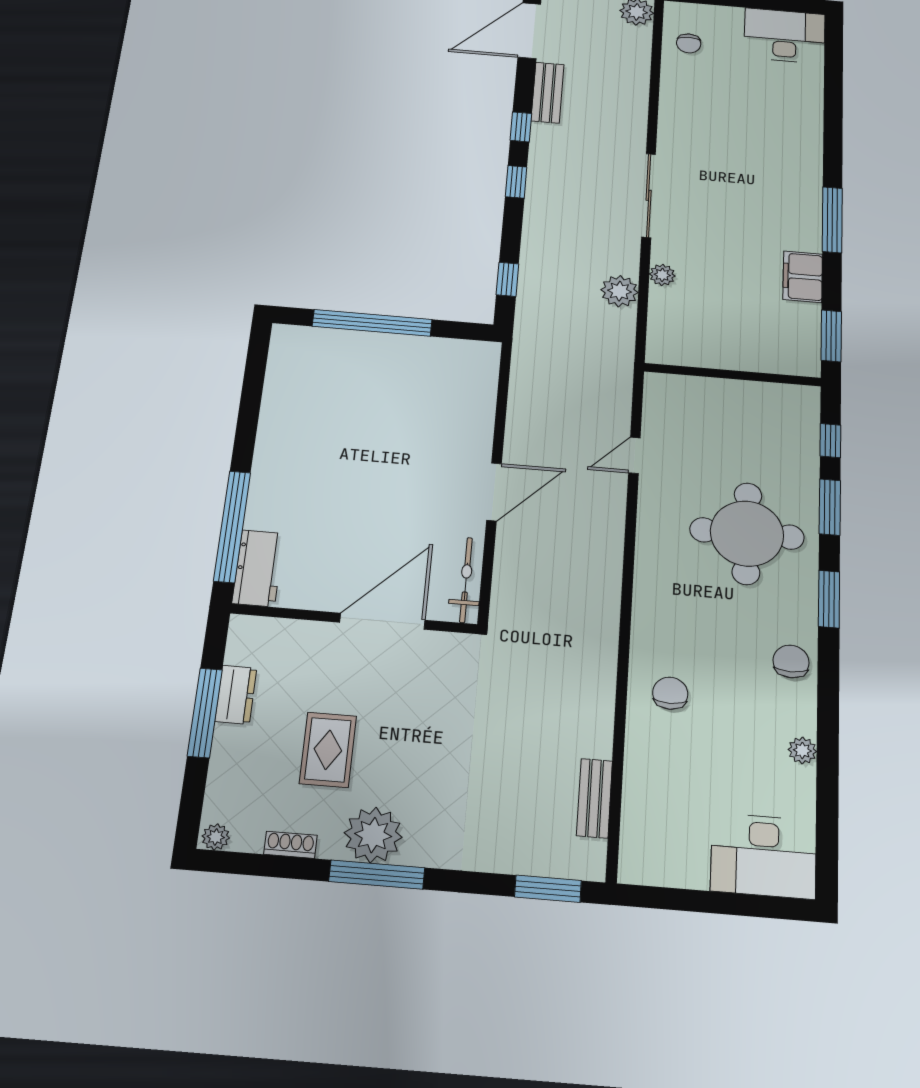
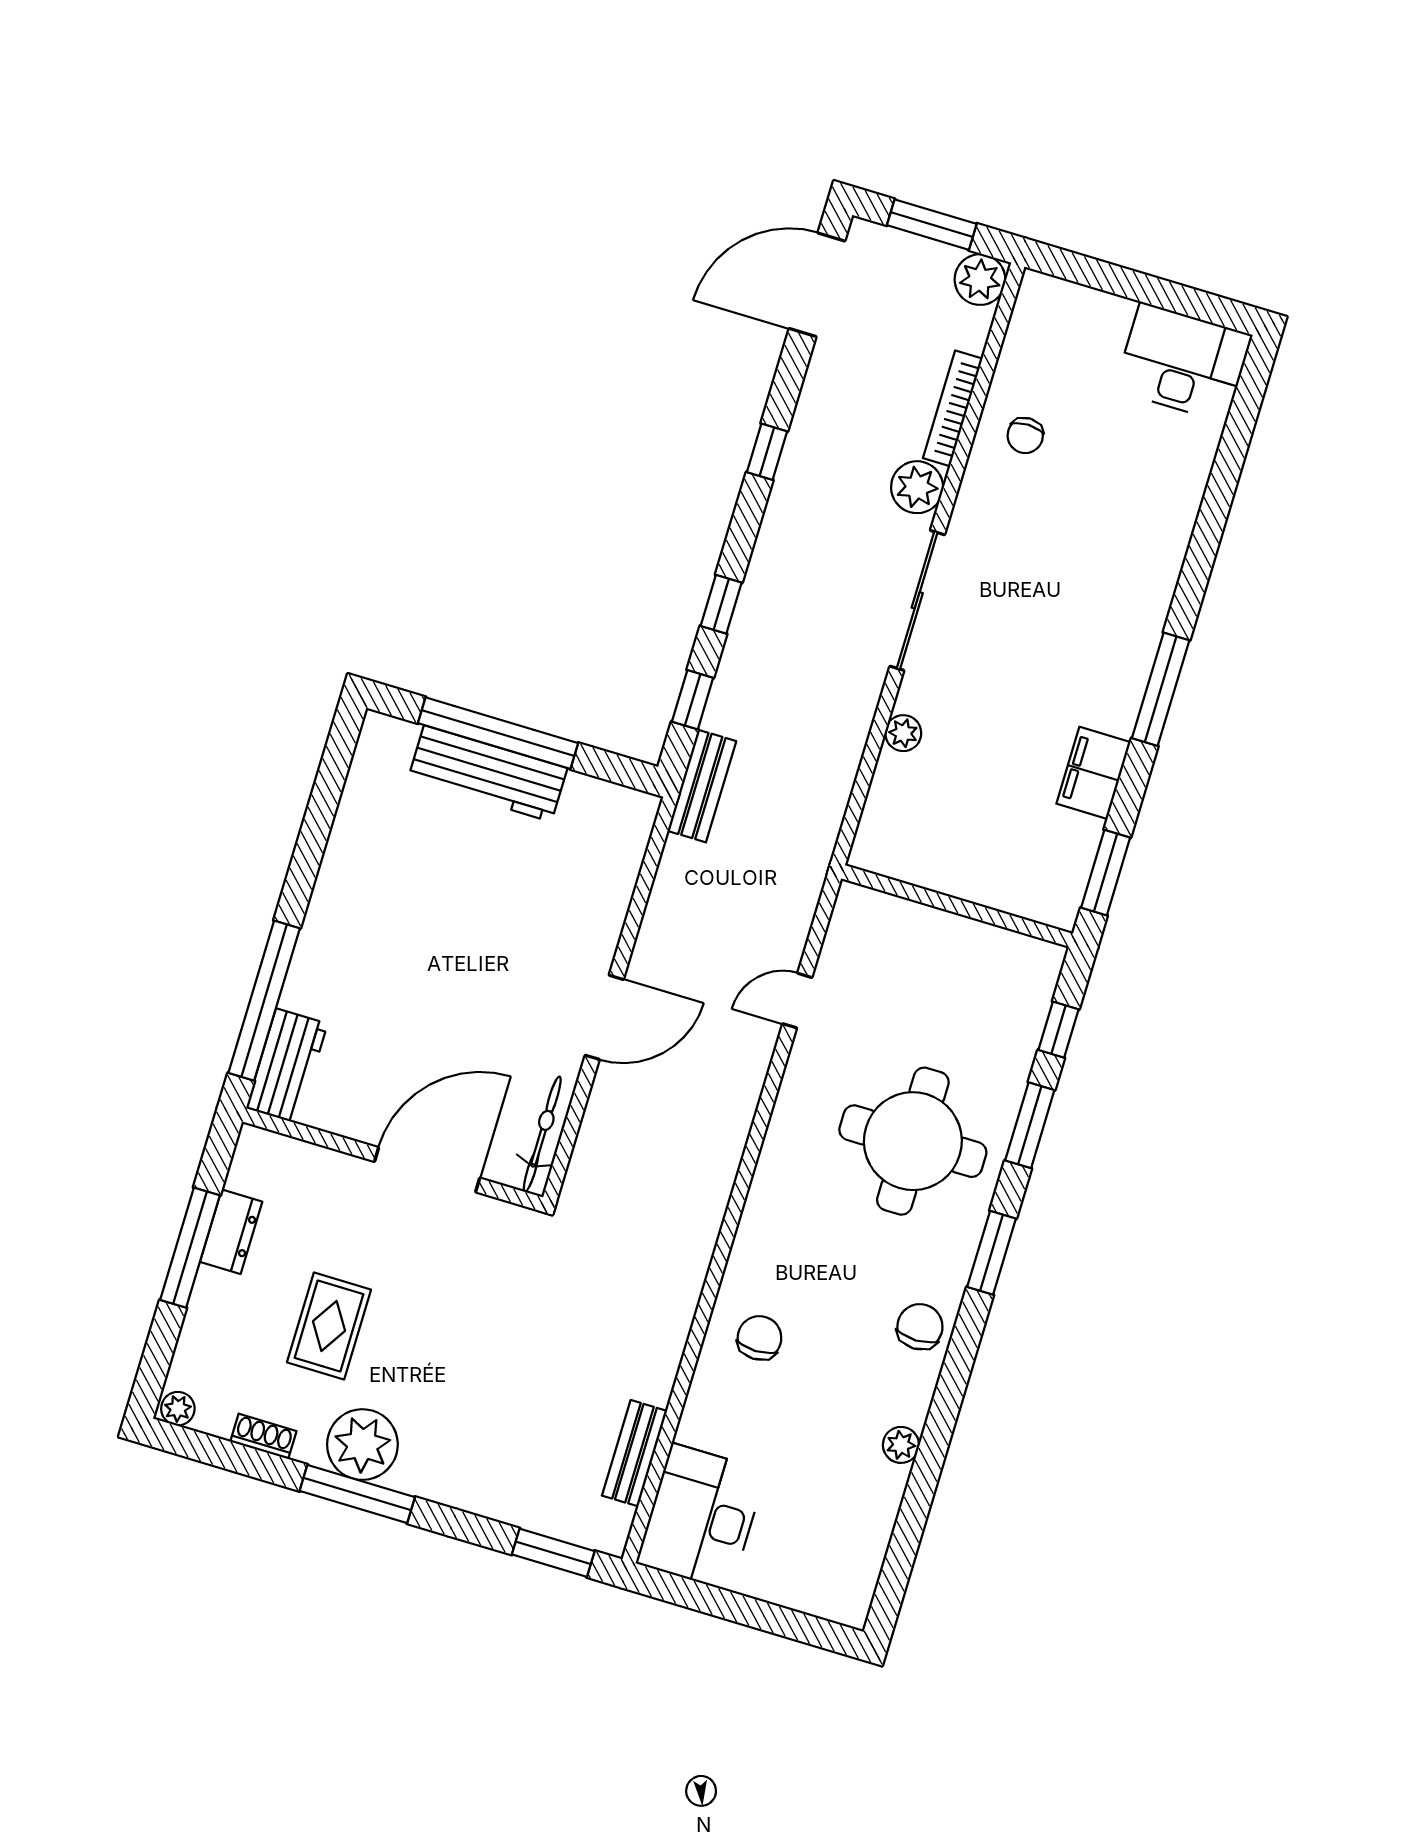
chair: (689, 43) -> (1025, 436), moved
bookcase: (640, 84) -> (953, 408), added
bench: (547, 93) -> (702, 786), moved
window: (516, 182) -> (721, 604), moved
plant: (619, 291) -> (917, 487), moved
workbench: (370, 349) -> (488, 774), added
desk: (764, 856) -> (701, 1517), moved, turned 90

